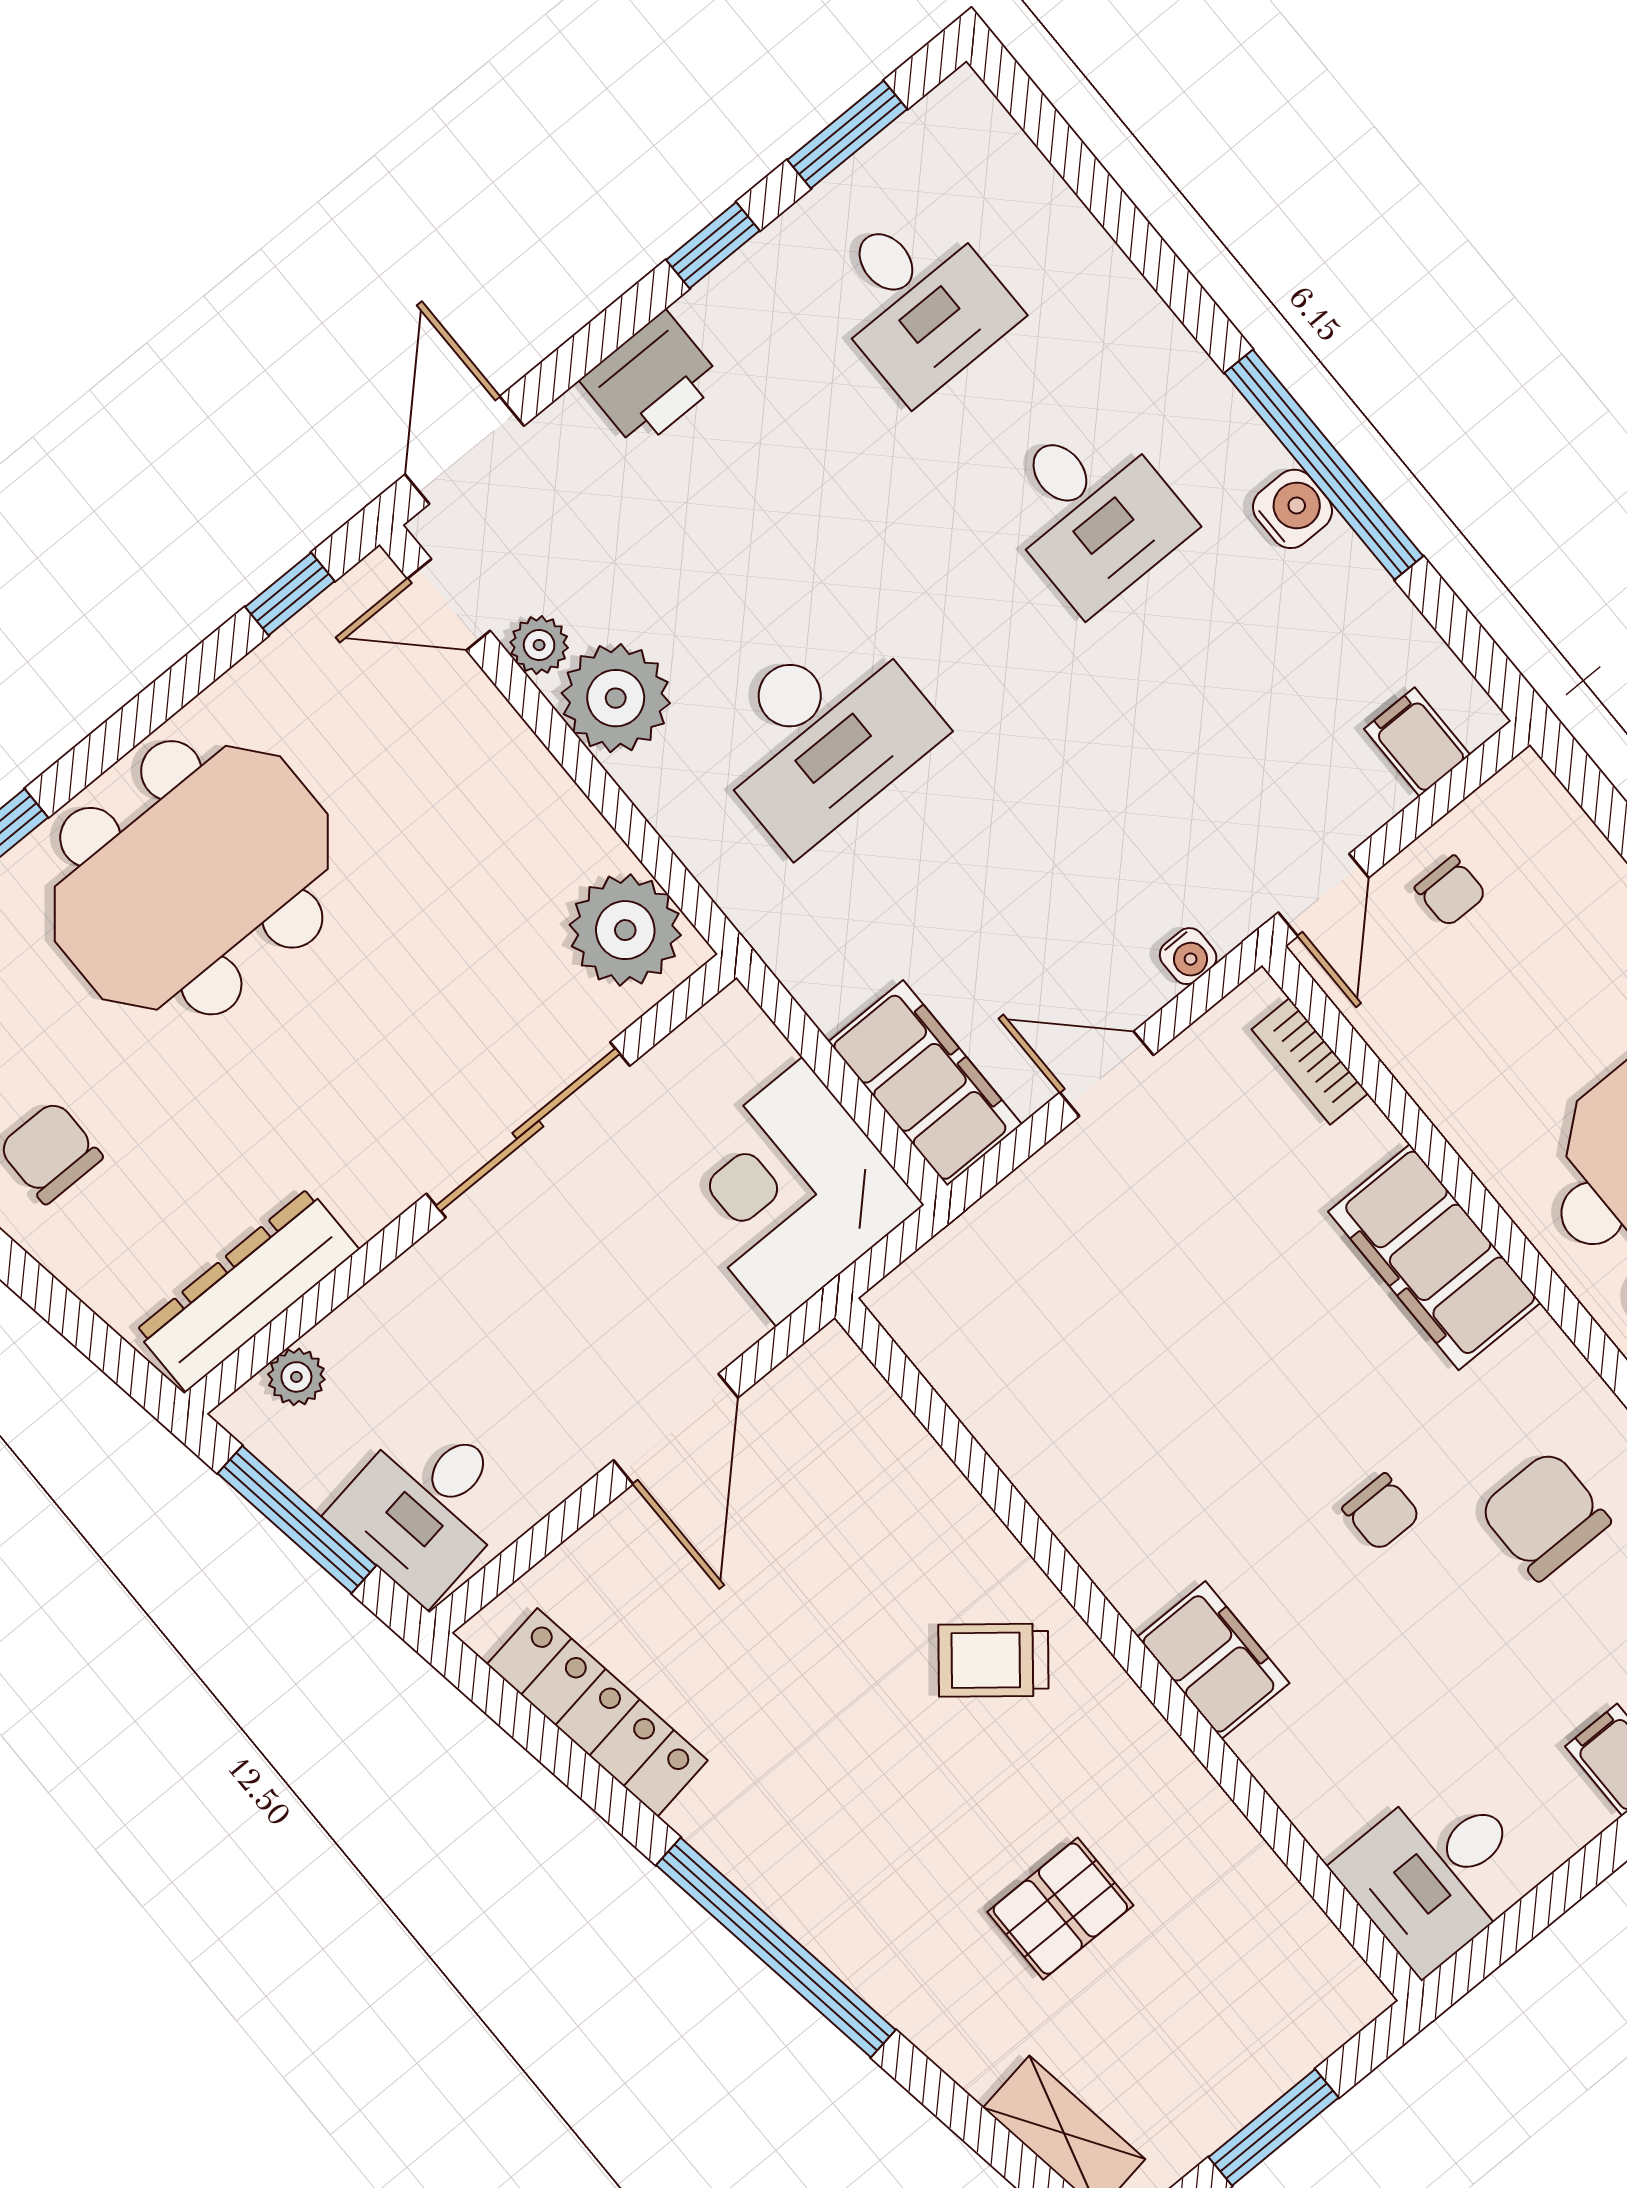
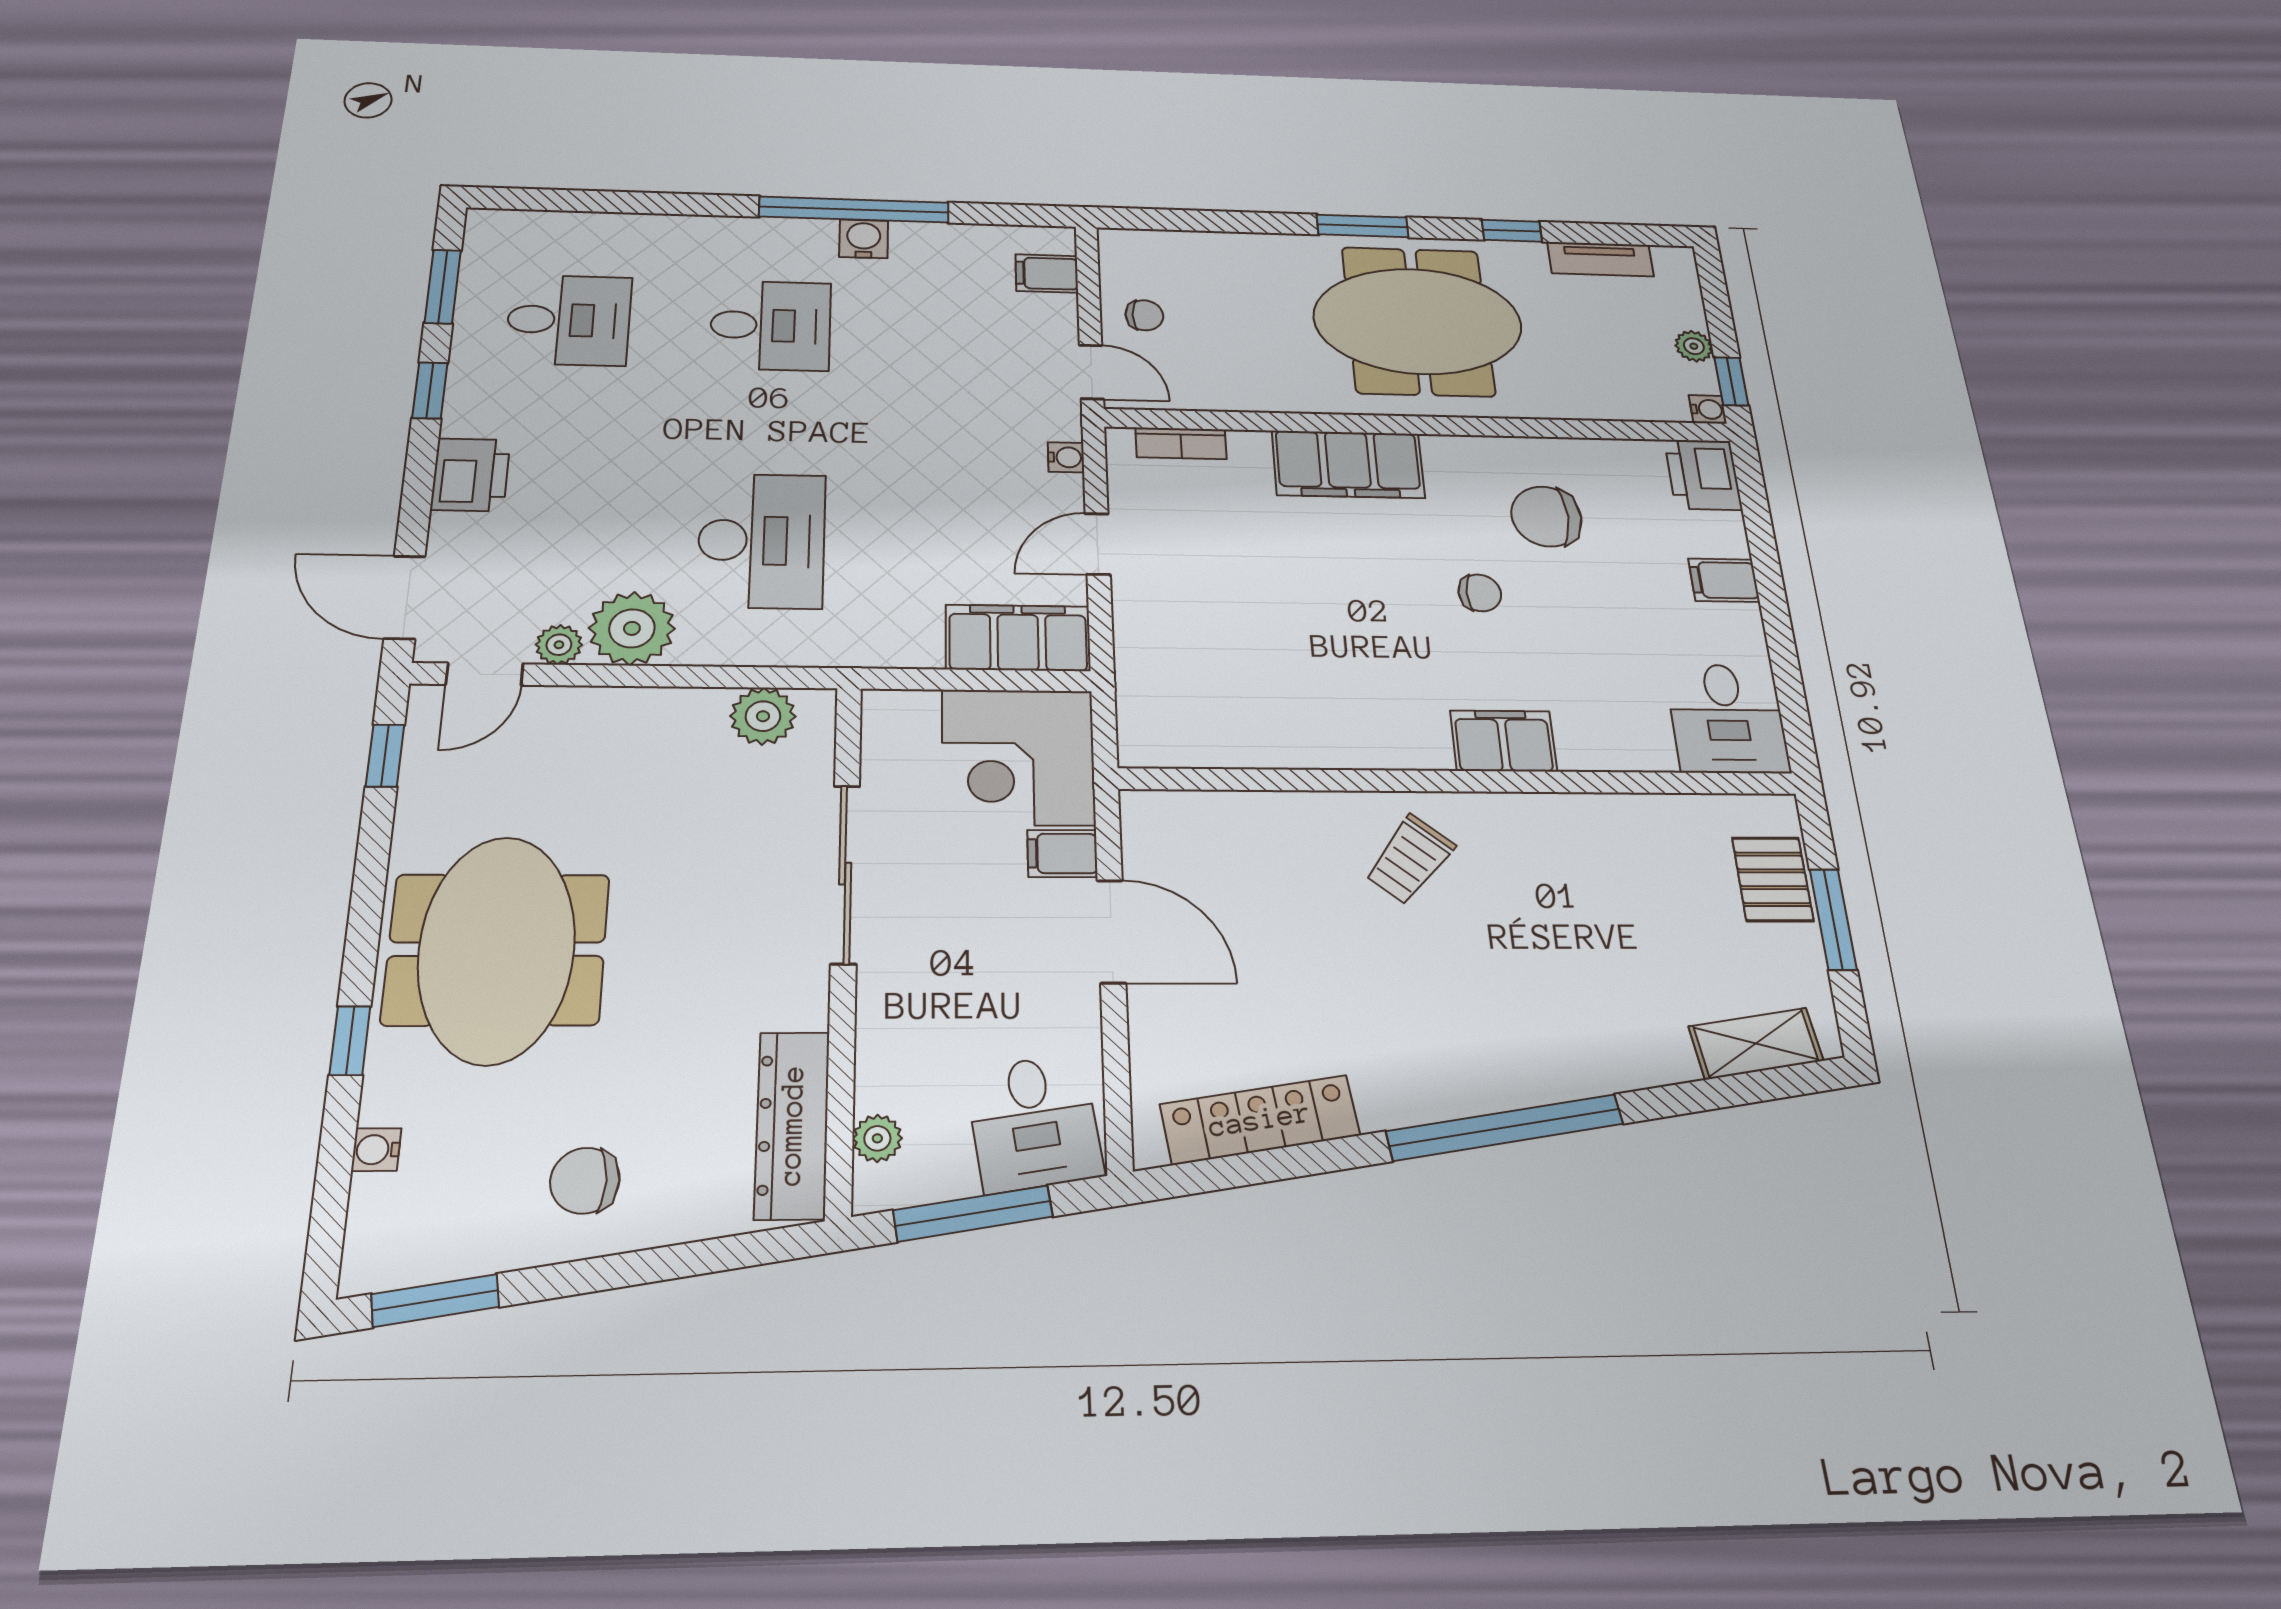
plant: (625, 930) -> (763, 716), width x0.73, depth x0.73
filing cabinet: (720, 1318) -> (1062, 853), added
pallet: (1060, 1909) -> (1773, 879), moved

